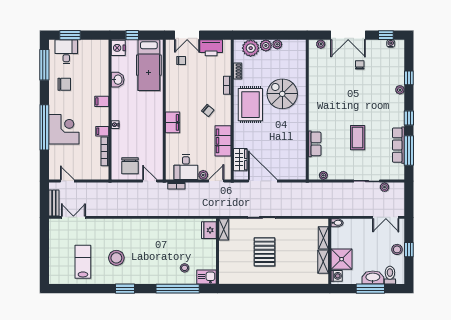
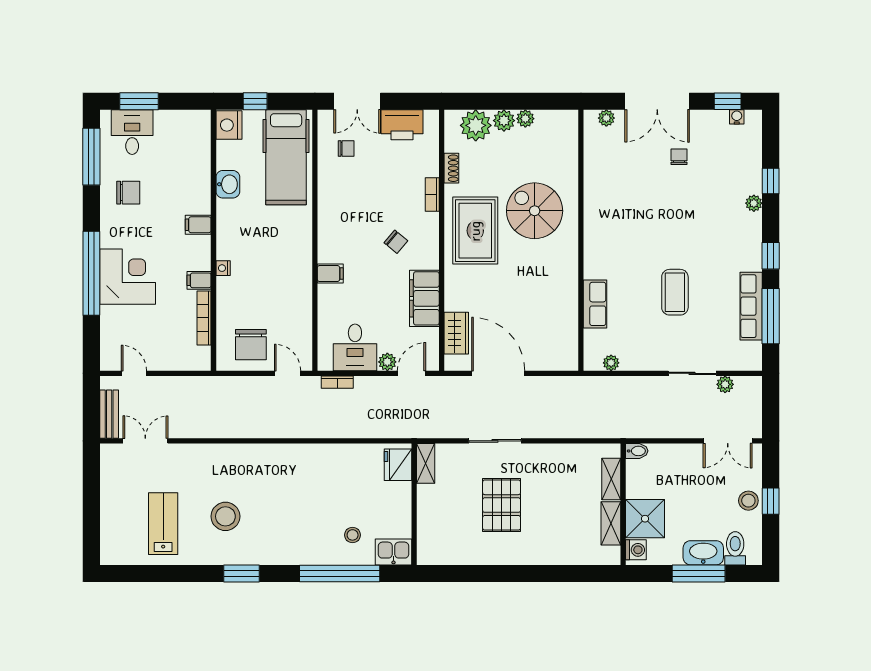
filing cabinet: (173, 122) -> (330, 274), width x0.50

